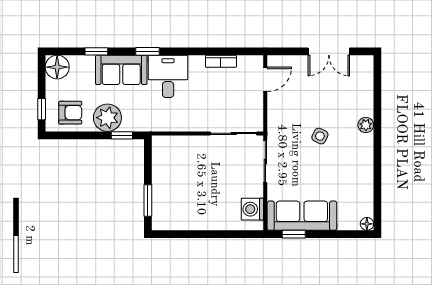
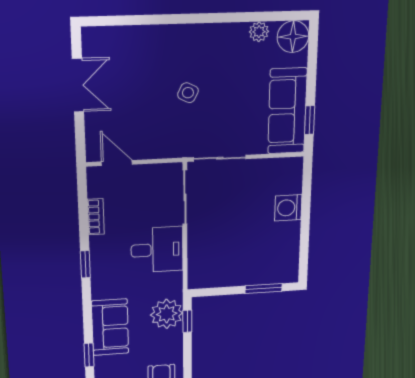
window: (147, 51) -> (85, 264), moved
desk: (168, 76) -> (157, 250), moved, turned 180
plant: (107, 118) -> (167, 314), moved
plant: (366, 125) -> (259, 32), moved
washing machine: (252, 209) -> (288, 208), moved, turned 90
floor lamp: (367, 224) -> (293, 37), width x1.89, depth x1.89

